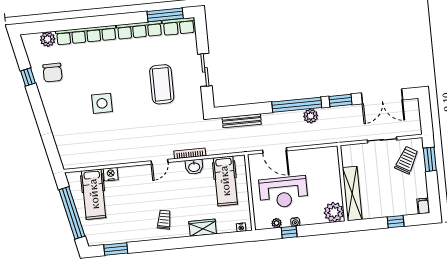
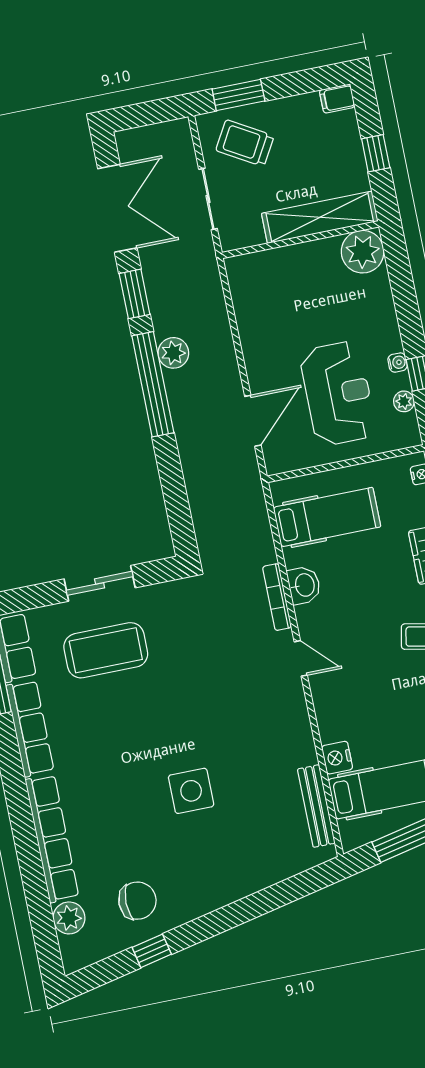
coffee table: (162, 84) -> (106, 650), moved
bench: (242, 121) -> (316, 806), moved
wall: (343, 183) -> (300, 240), moved
shelving: (352, 194) -> (320, 217), moved
plant: (334, 212) -> (363, 252), moved

